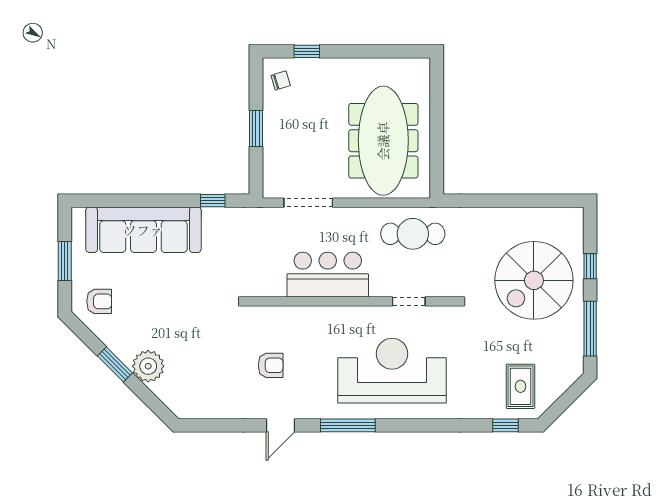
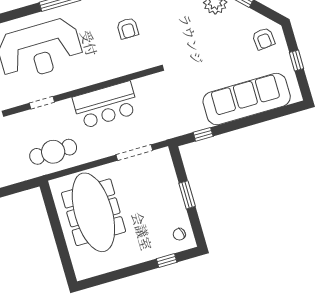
window: (65, 261) -> (297, 60), width x0.67
armchair: (99, 301) -> (264, 39), turned -95
armchair: (271, 365) -> (128, 28), turned -90

